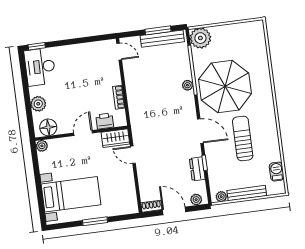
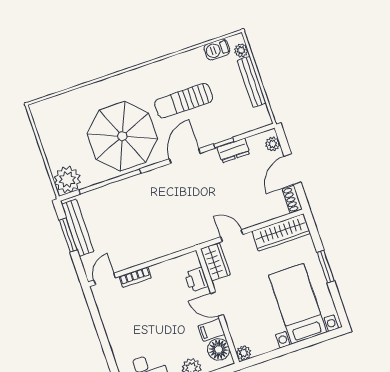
plant: (187, 85) -> (130, 184), removed
bookcase: (119, 97) -> (135, 277), moved
filing cabinet: (64, 125) -> (211, 330), added
door: (133, 155) -> (232, 236), swing flipped
wardrobe: (128, 193) -> (281, 232), added
plant: (221, 197) -> (241, 50), moved

